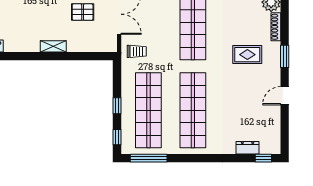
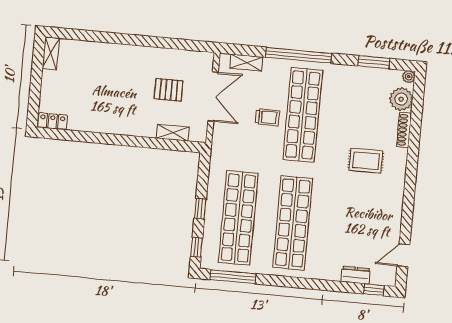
shelving: (53, 46) -> (173, 133), moved
trolley: (137, 51) -> (267, 117), moved
window: (285, 56) -> (412, 167), removed
door: (285, 96) -> (403, 255), moved

